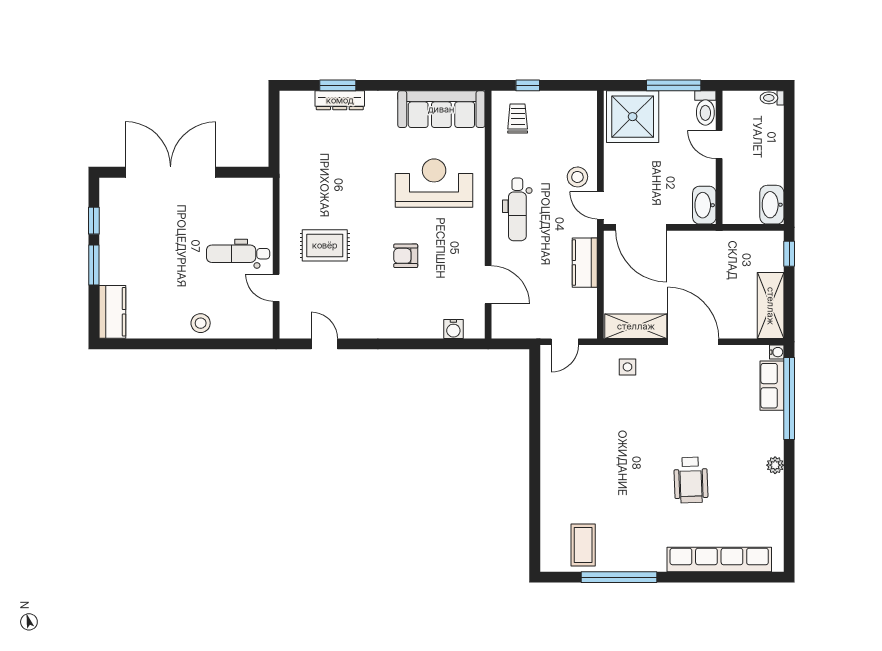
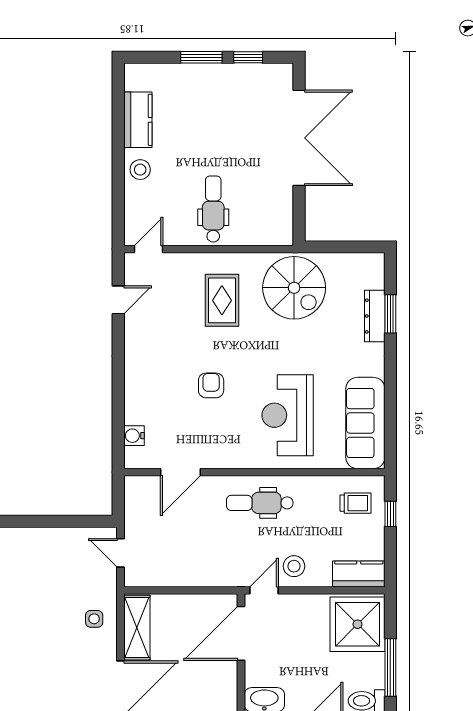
spiral stairs: (313, 177) -> (294, 288), added
reception desk: (434, 183) -> (288, 415), turned 180
kitchen counter: (585, 263) -> (359, 574), moved
door: (276, 288) -> (149, 249), moved
kitchen counter: (112, 312) -> (138, 120), moved, turned -90

